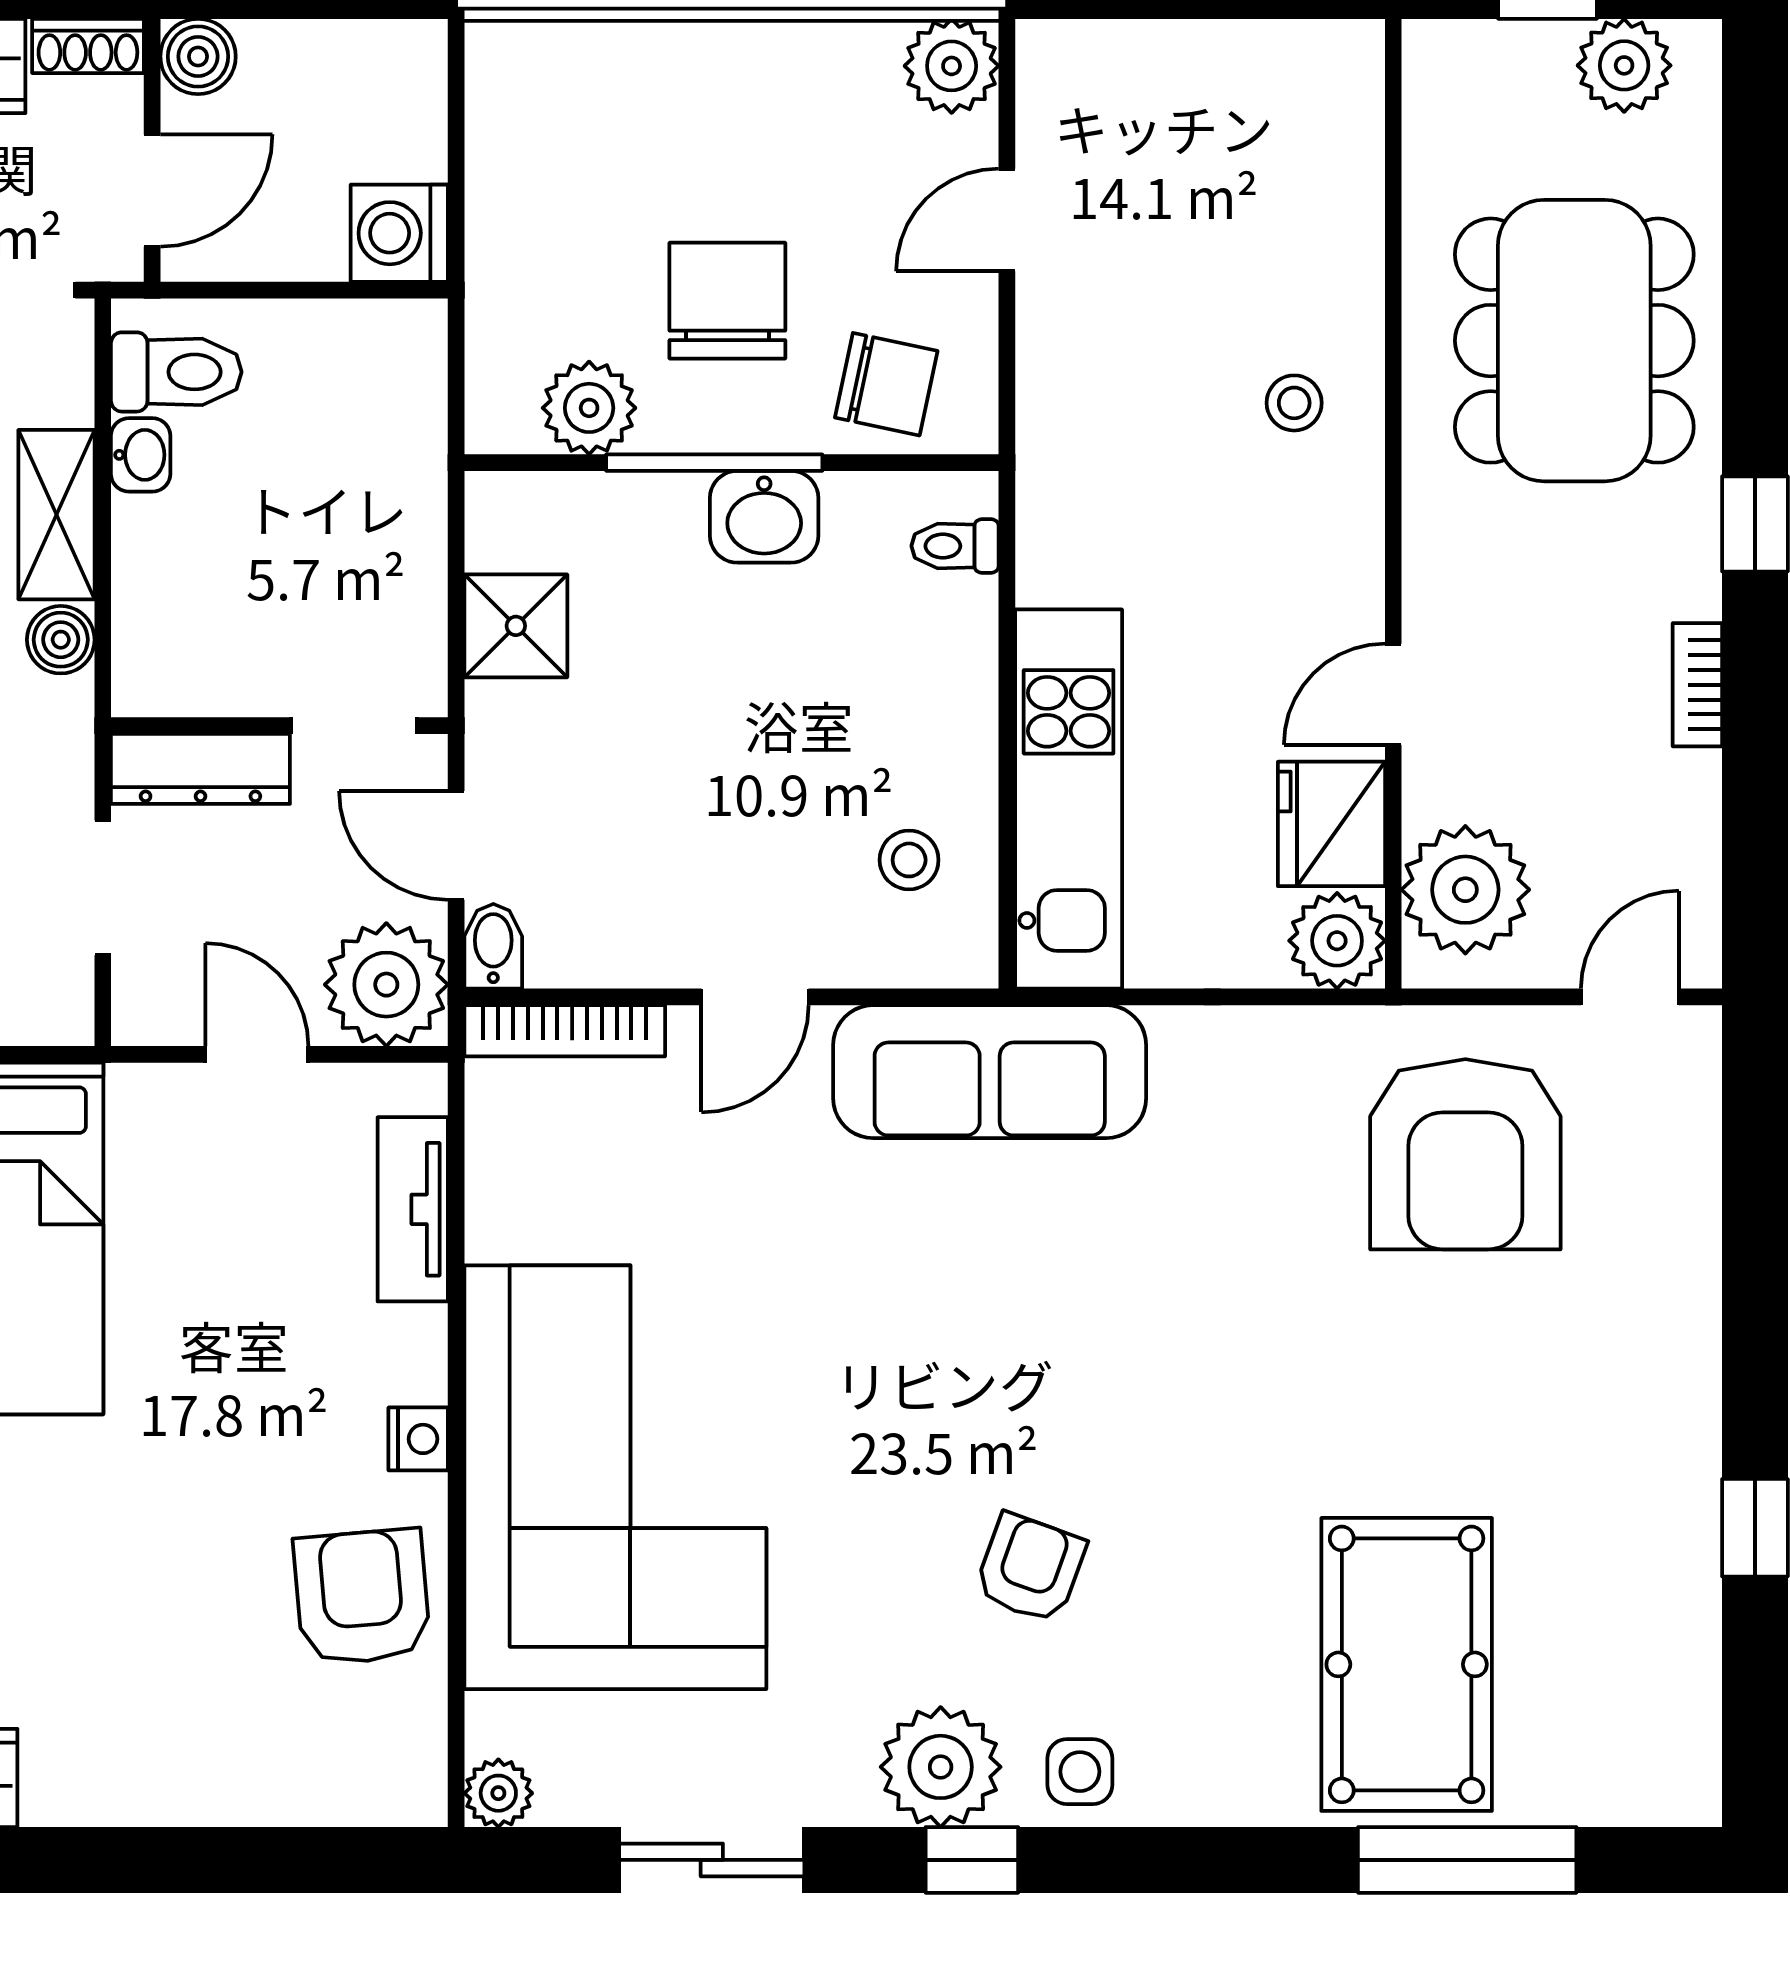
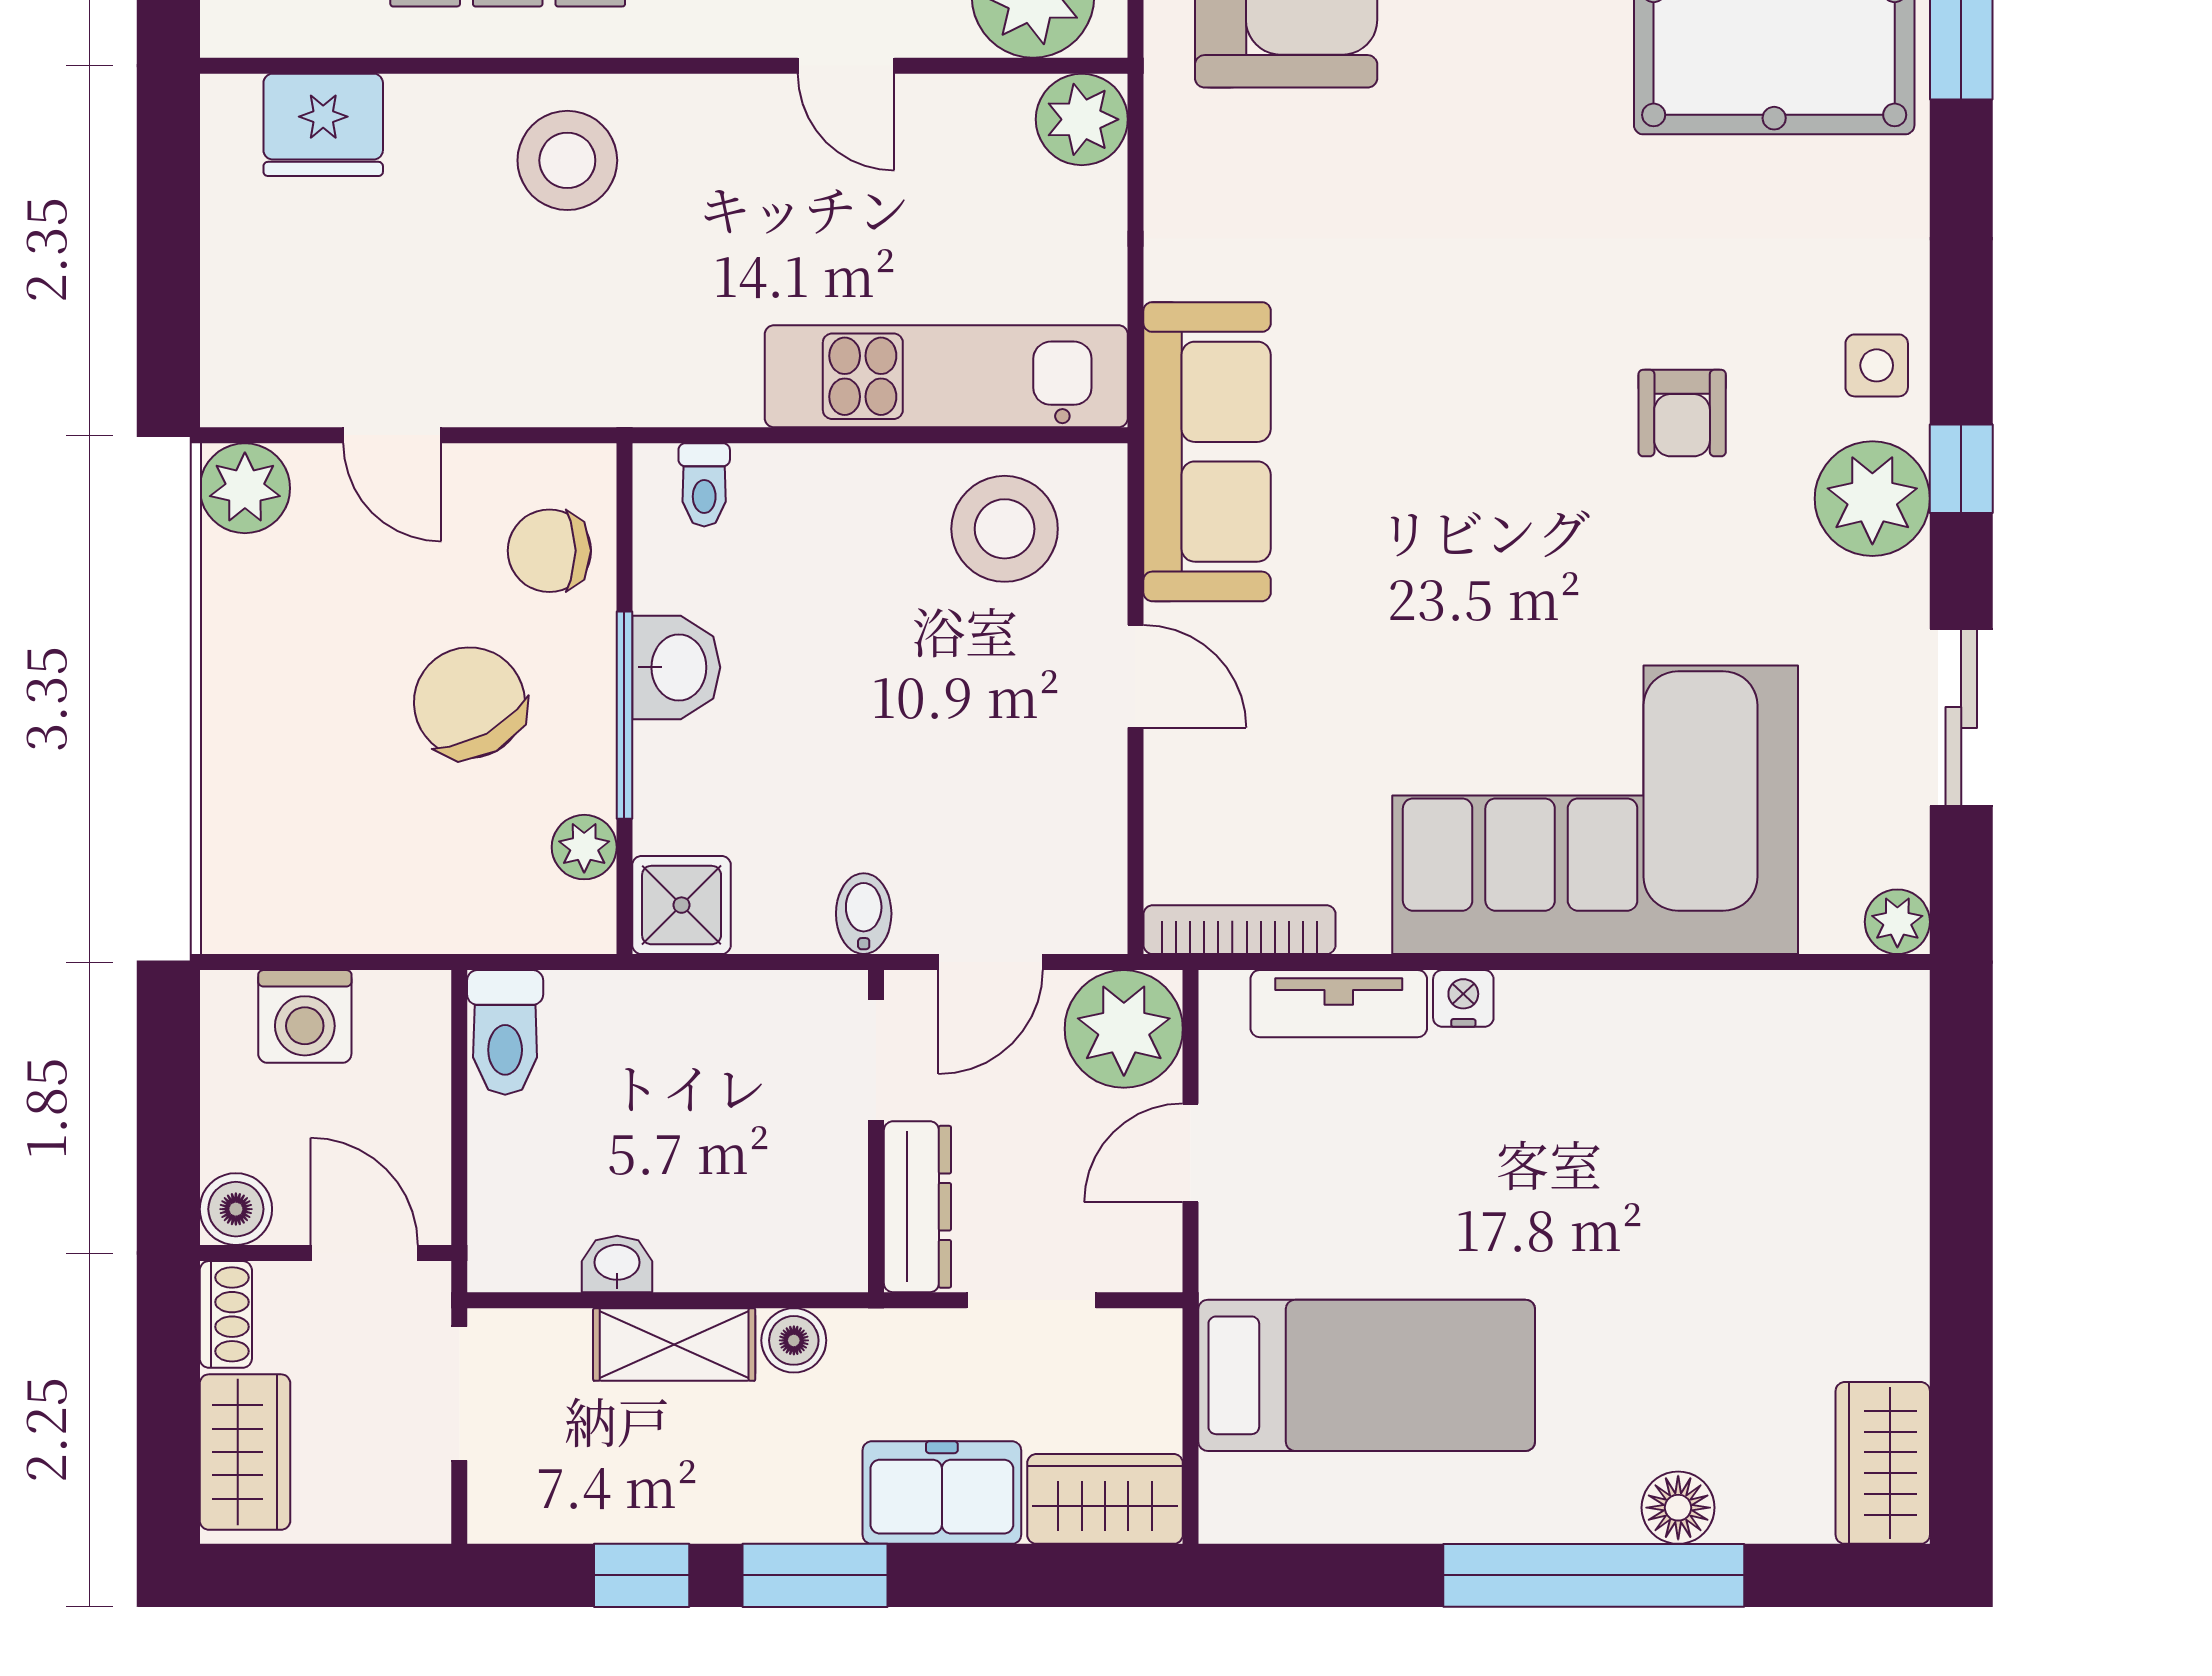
washing machine: (399, 233) -> (305, 1016), moved
chair: (727, 301) -> (469, 703), turned 61
toilet: (176, 372) -> (505, 1032), moved, turned 180
chair: (886, 384) -> (549, 551), turned -102
stool: (1294, 403) -> (567, 160), width x1.89, depth x1.89
plant: (589, 408) -> (584, 847), width x0.73, depth x0.73
shower: (516, 626) -> (682, 905), moved
fridge: (1331, 824) -> (323, 125), moved
stool: (909, 860) -> (1005, 529), width x1.89, depth x1.89
bidet: (493, 946) -> (864, 914), moved, turned 90
bookcase: (565, 1031) -> (1240, 930), moved, turned -90
nightstand: (418, 1439) -> (1463, 998), moved
armchair: (1030, 1568) -> (1682, 413), turned -110
armchair: (362, 1597) -> (1710, 1052), removed

